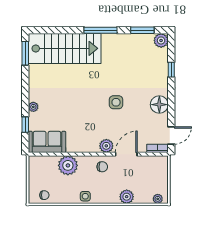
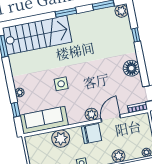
window: (101, 30) -> (66, 12), width x0.69
side table: (116, 102) -> (61, 84), moved
sofa: (47, 142) -> (44, 120), width x1.36
chair: (102, 167) -> (92, 134), width x1.87, depth x1.87

